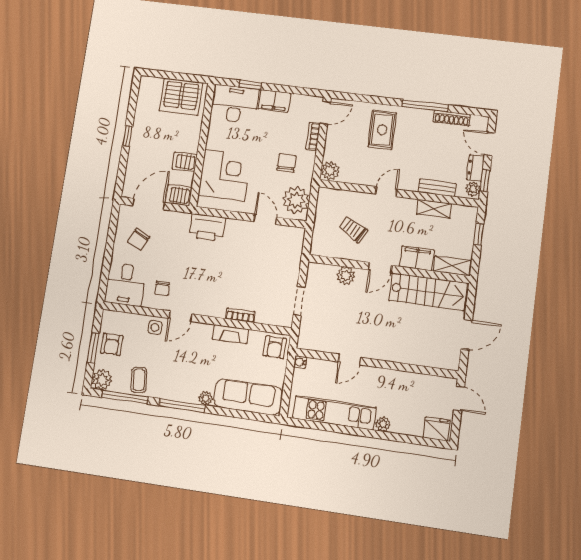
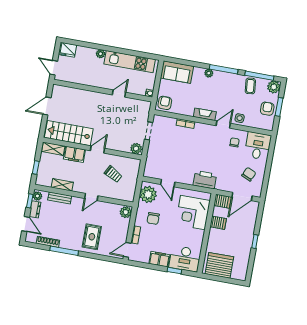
plant: (346, 276) -> (136, 149), moved
fireplace: (230, 334) -> (205, 114), moved
sofa: (248, 397) -> (177, 72), width x0.73

